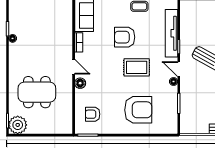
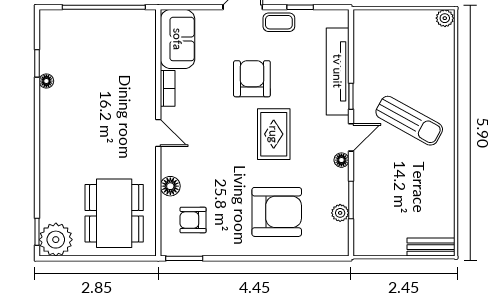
armchair: (125, 37) -> (252, 79), turned 90
rug: (137, 67) -> (274, 134), turned 90
door: (179, 69) -> (351, 137), swing flipped
floor lamp: (80, 83) -> (170, 186), moved
dining table: (37, 92) -> (114, 213), moved, turned 90
plant: (173, 110) -> (340, 213), added

